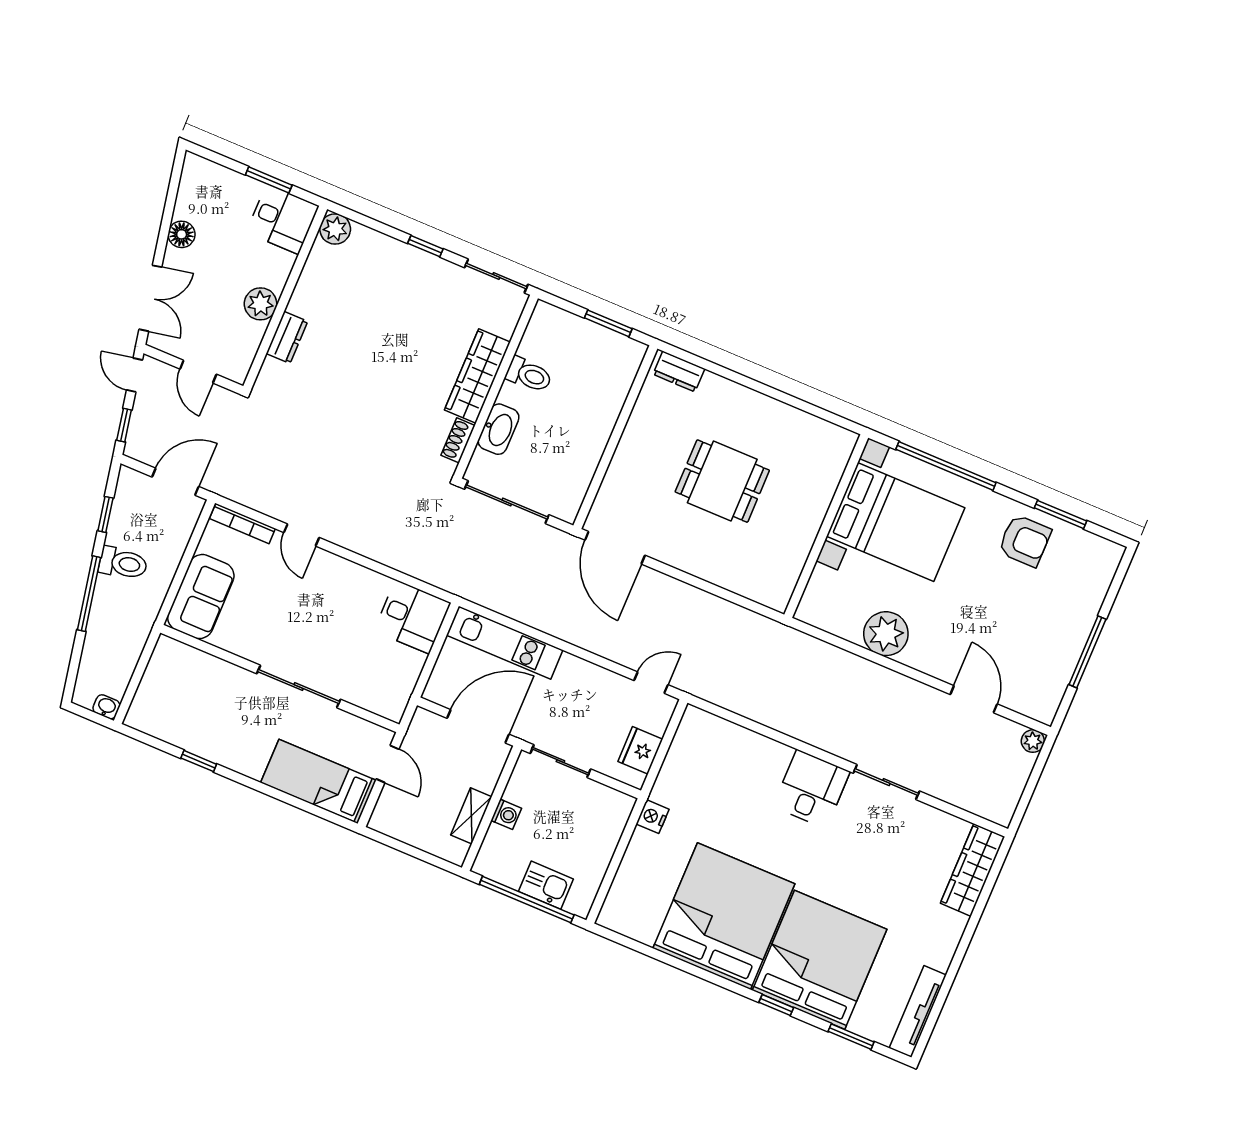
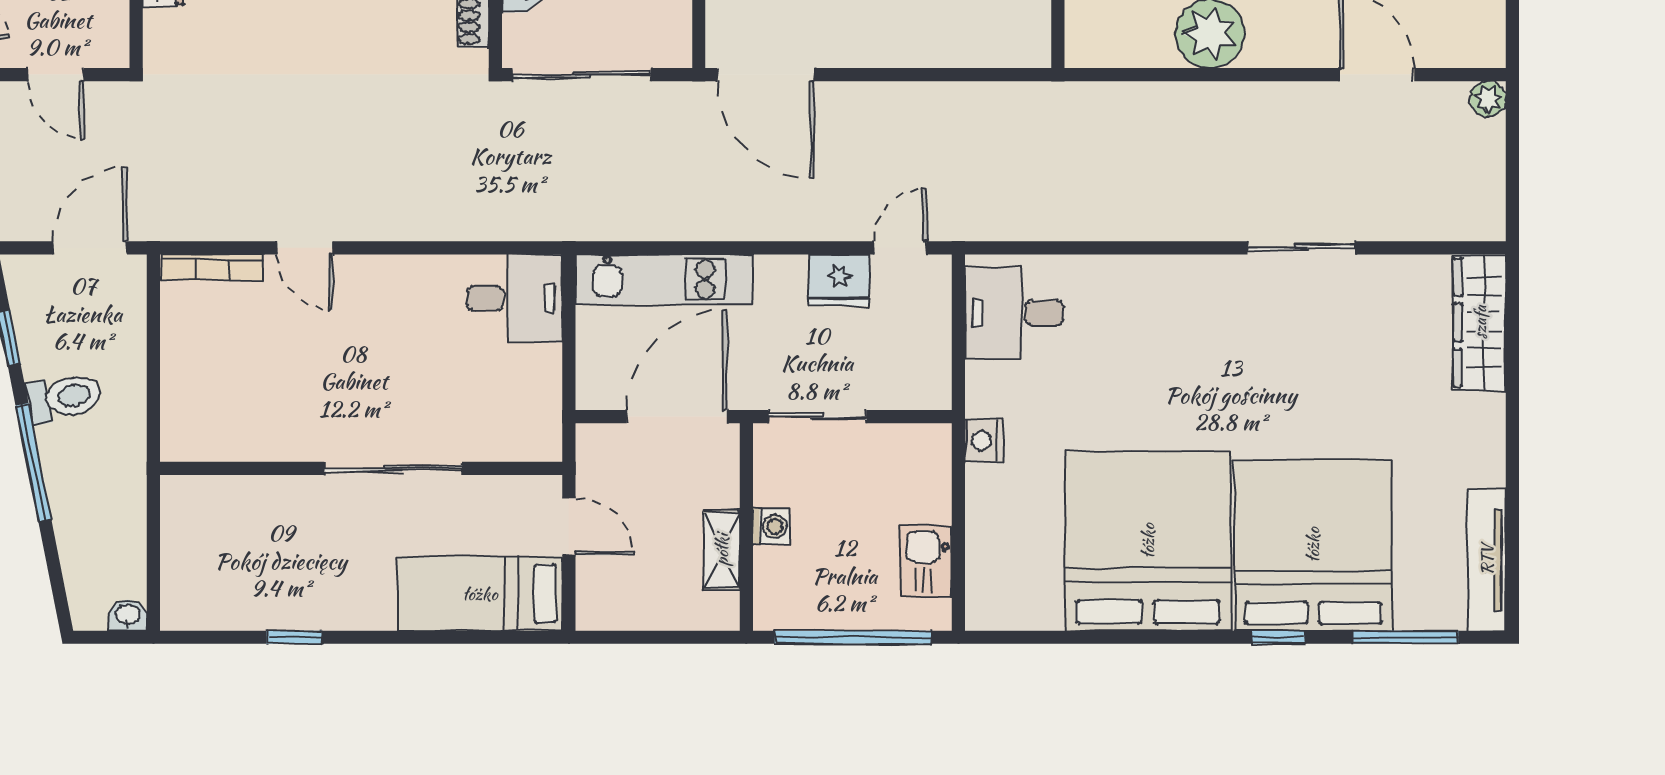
sofa: (201, 597) -> (197, 398), removed
fridge: (640, 750) -> (839, 280), moved, turned -90
desk: (811, 789) -> (1014, 313), moved, turned -90
kitchen sink: (546, 885) -> (926, 561), moved, turned -90
window: (851, 1037) -> (1406, 637), width x1.44

